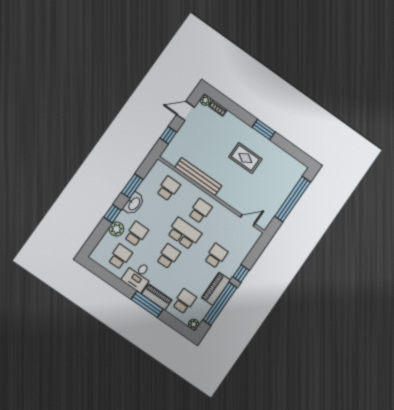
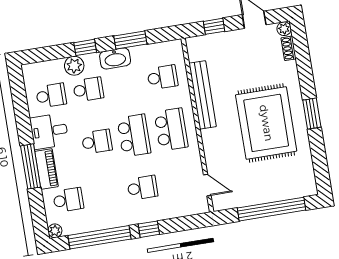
rug: (245, 158) -> (266, 123), width x1.86, depth x2.06
school desk: (200, 211) -> (171, 129), width x1.85
piano: (216, 289) -> (110, 219), removed

